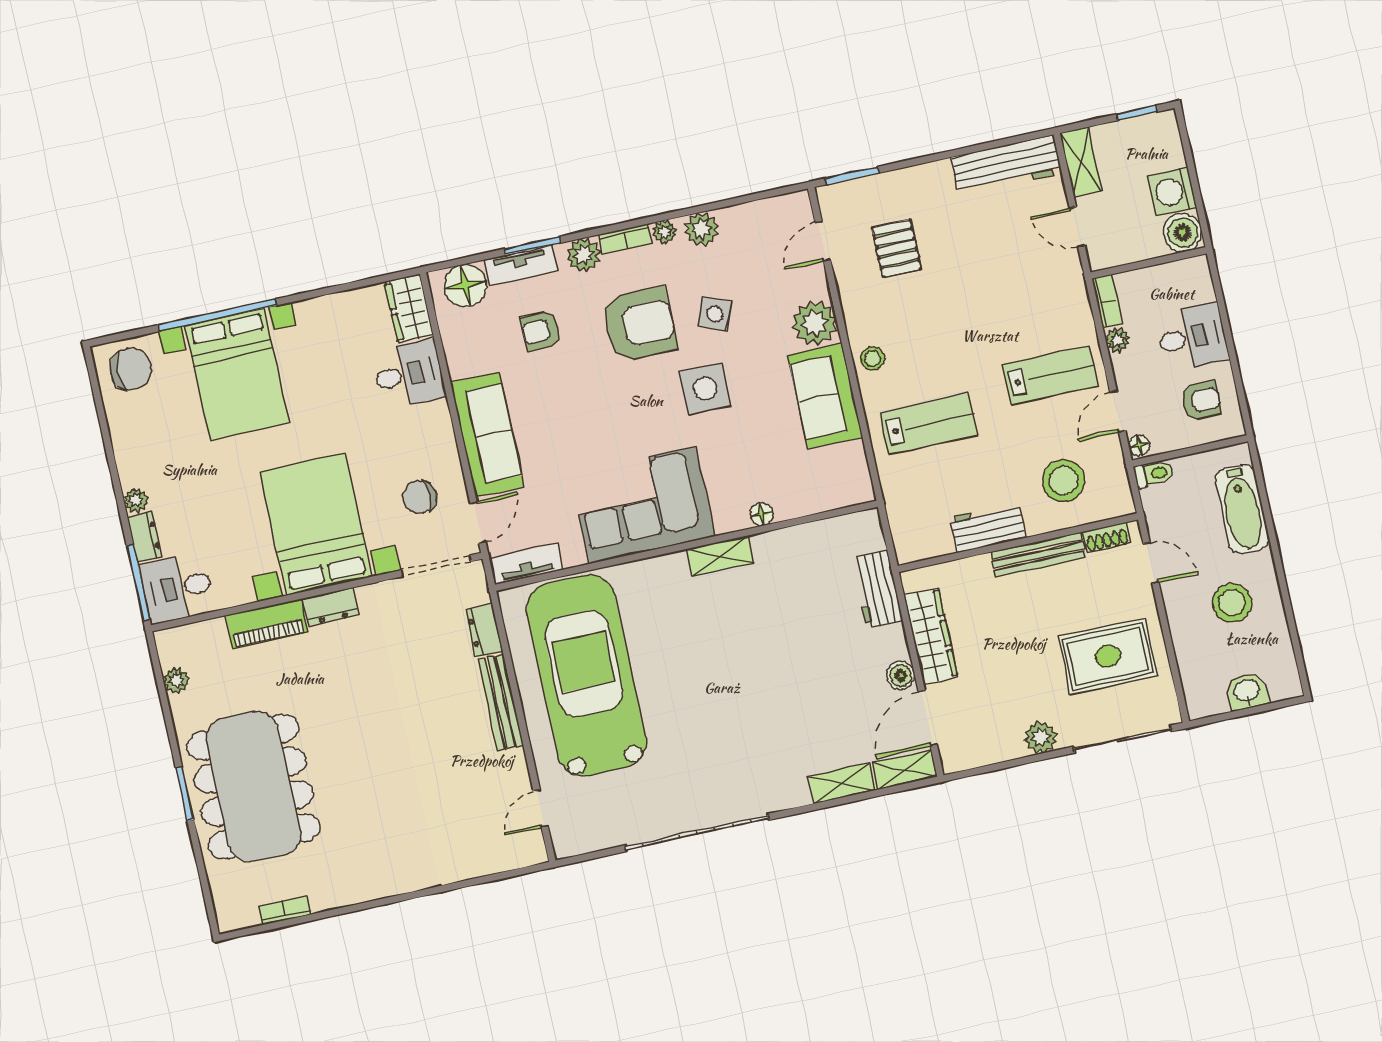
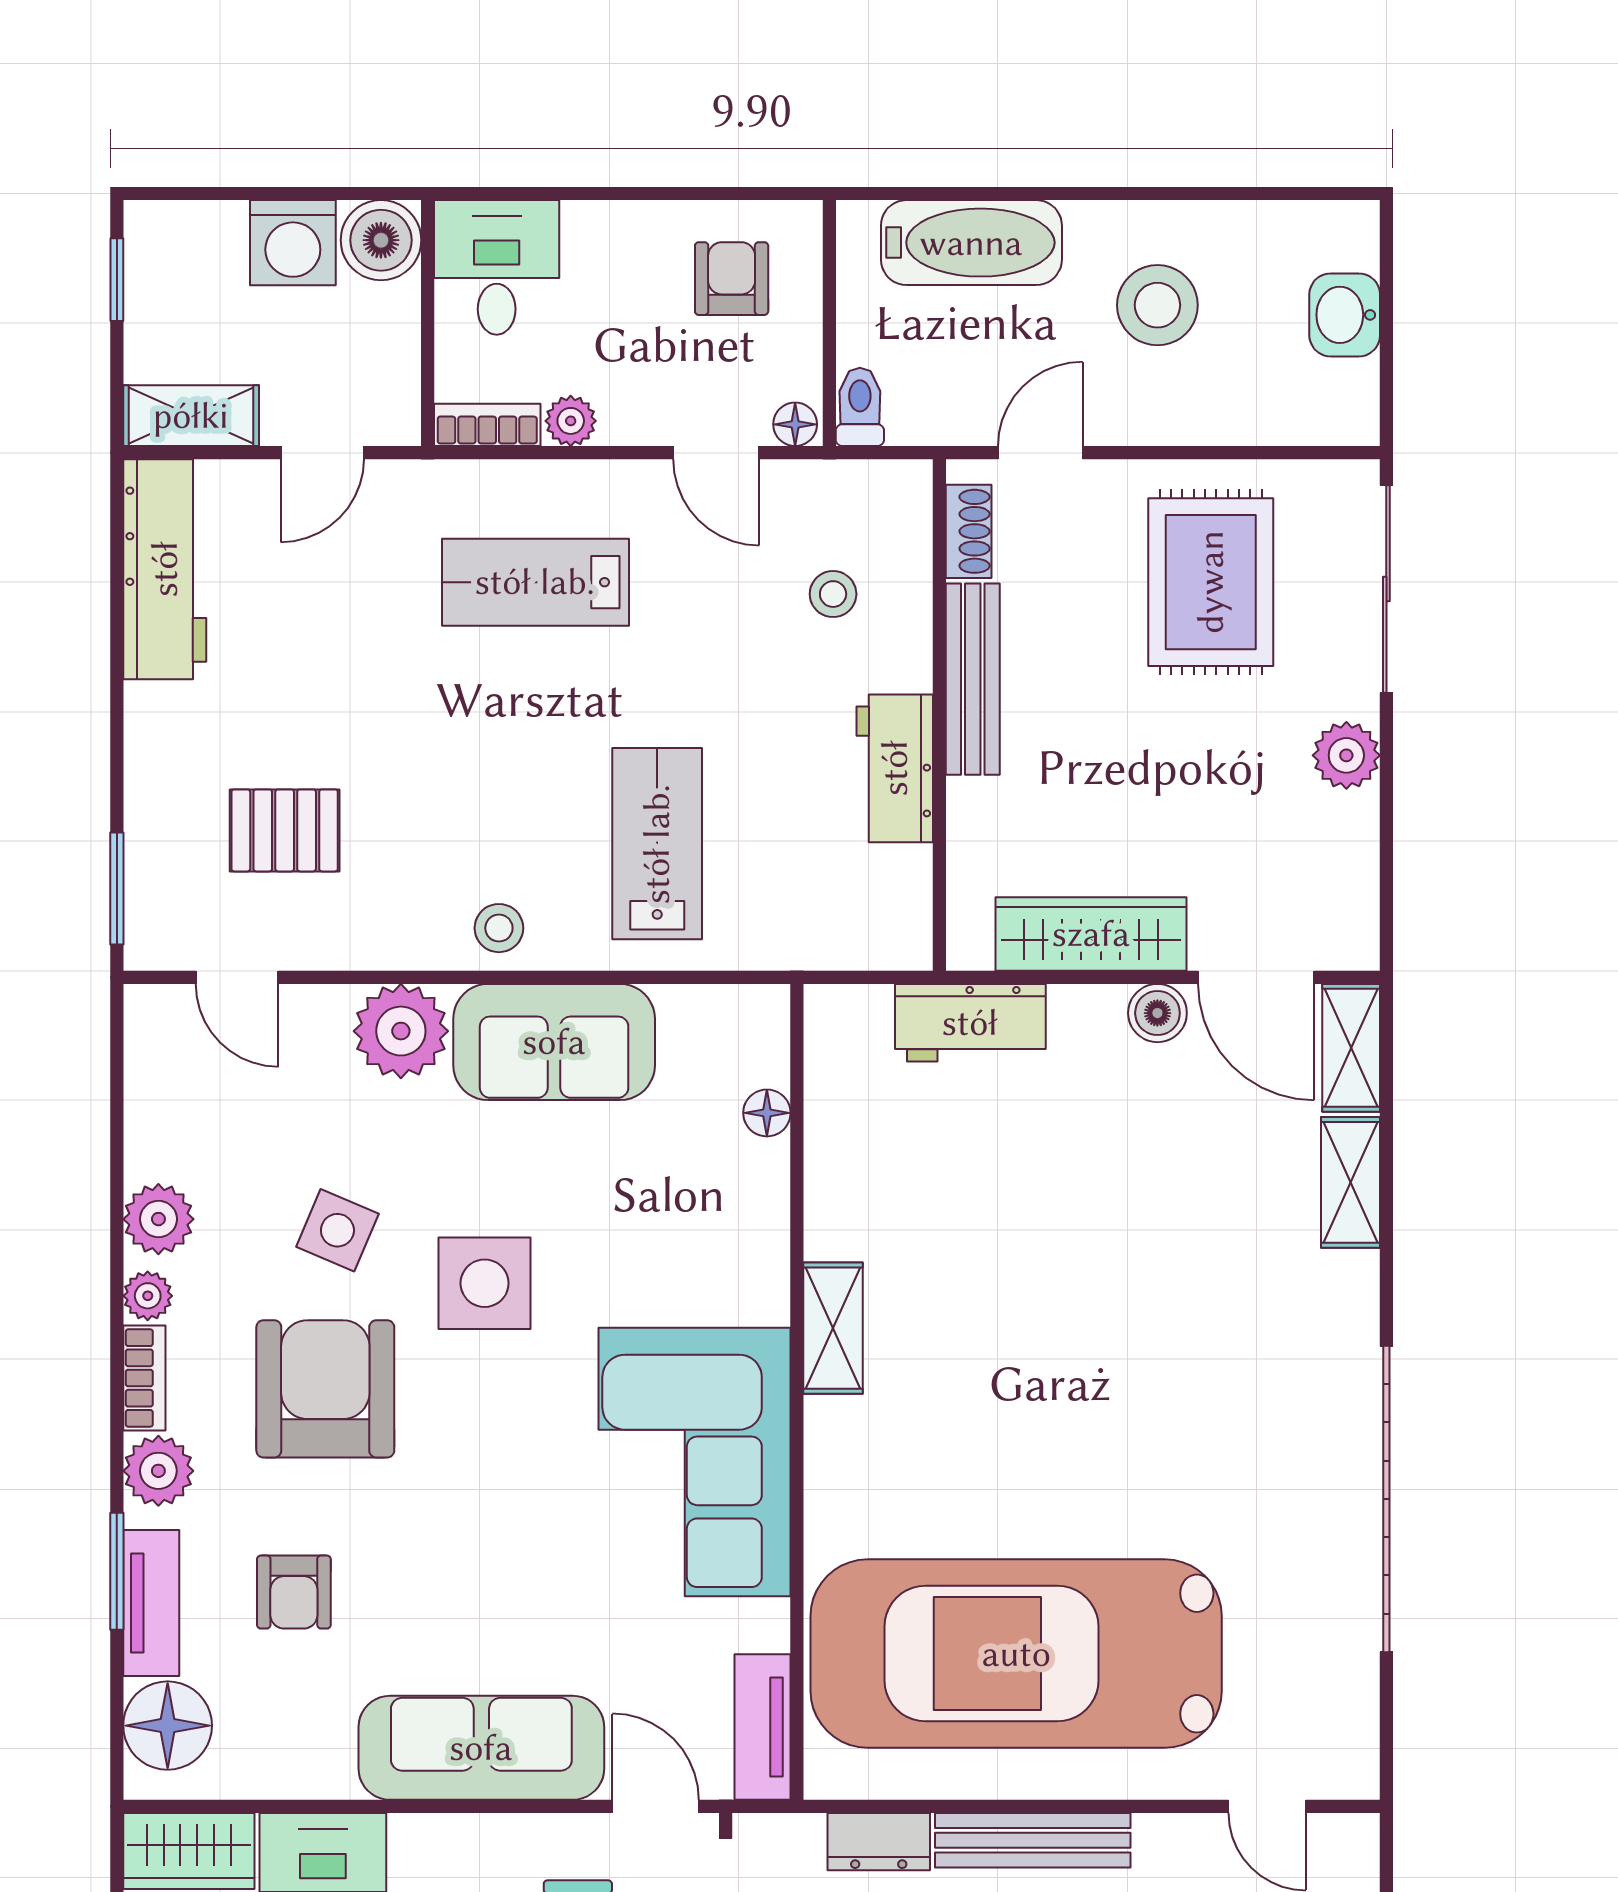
desk: (1192, 337) -> (497, 267), moved
lab bench: (1050, 375) -> (535, 582), moved, turned -90
stool: (1063, 481) -> (833, 594), width x0.53, depth x0.53
floor lamp: (762, 514) -> (767, 1113), moved

